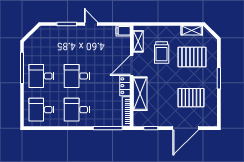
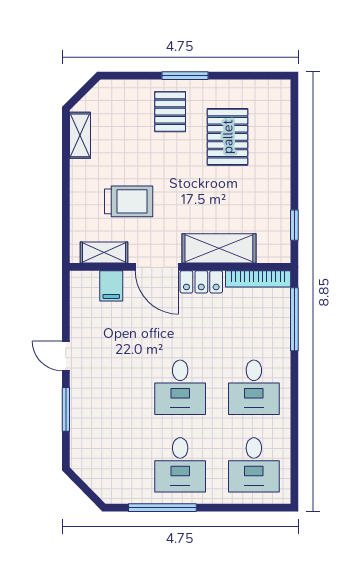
door: (91, 24) -> (66, 356), hinge flipped
filing cabinet: (123, 31) -> (111, 286), moved
pallet: (192, 57) -> (170, 112), moved, width x0.67, depth x0.71
door: (186, 128) -> (294, 149), removed

